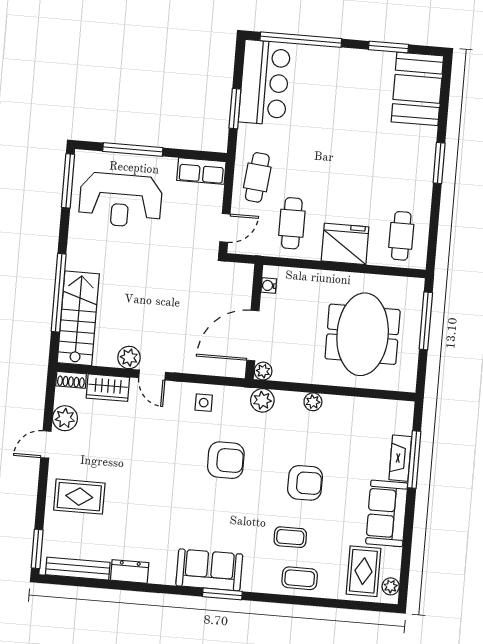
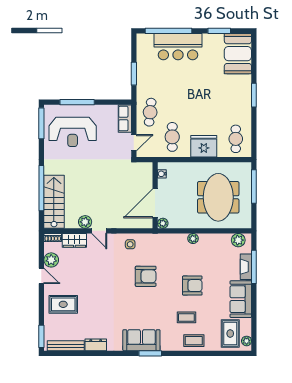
bar counter: (265, 82) -> (178, 47), moved, turned 90
row of seats: (201, 171) -> (125, 119), moved, turned 90
plant: (262, 400) -> (238, 240), moved
door: (46, 444) -> (41, 276), swing flipped

